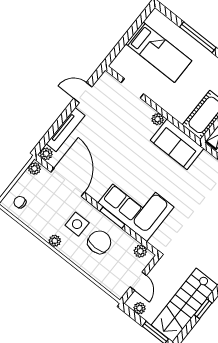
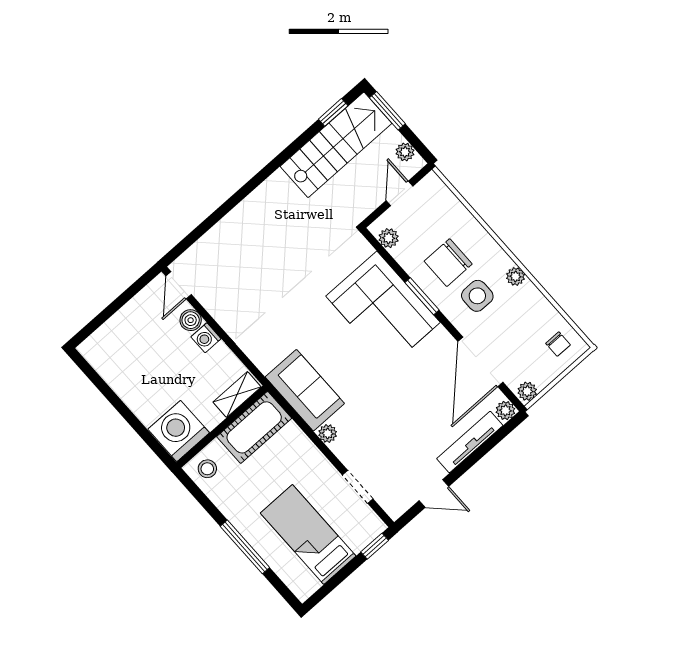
window: (115, 52) -> (375, 546), added
window: (203, 309) -> (333, 112), moved

